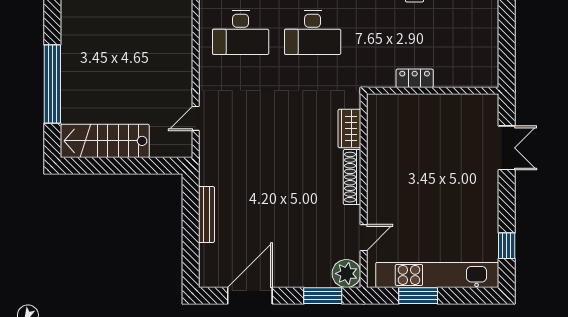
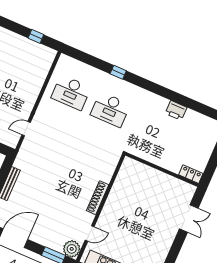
locker: (415, 78) -> (191, 174), moved
wardrobe: (349, 128) -> (108, 171), removed

